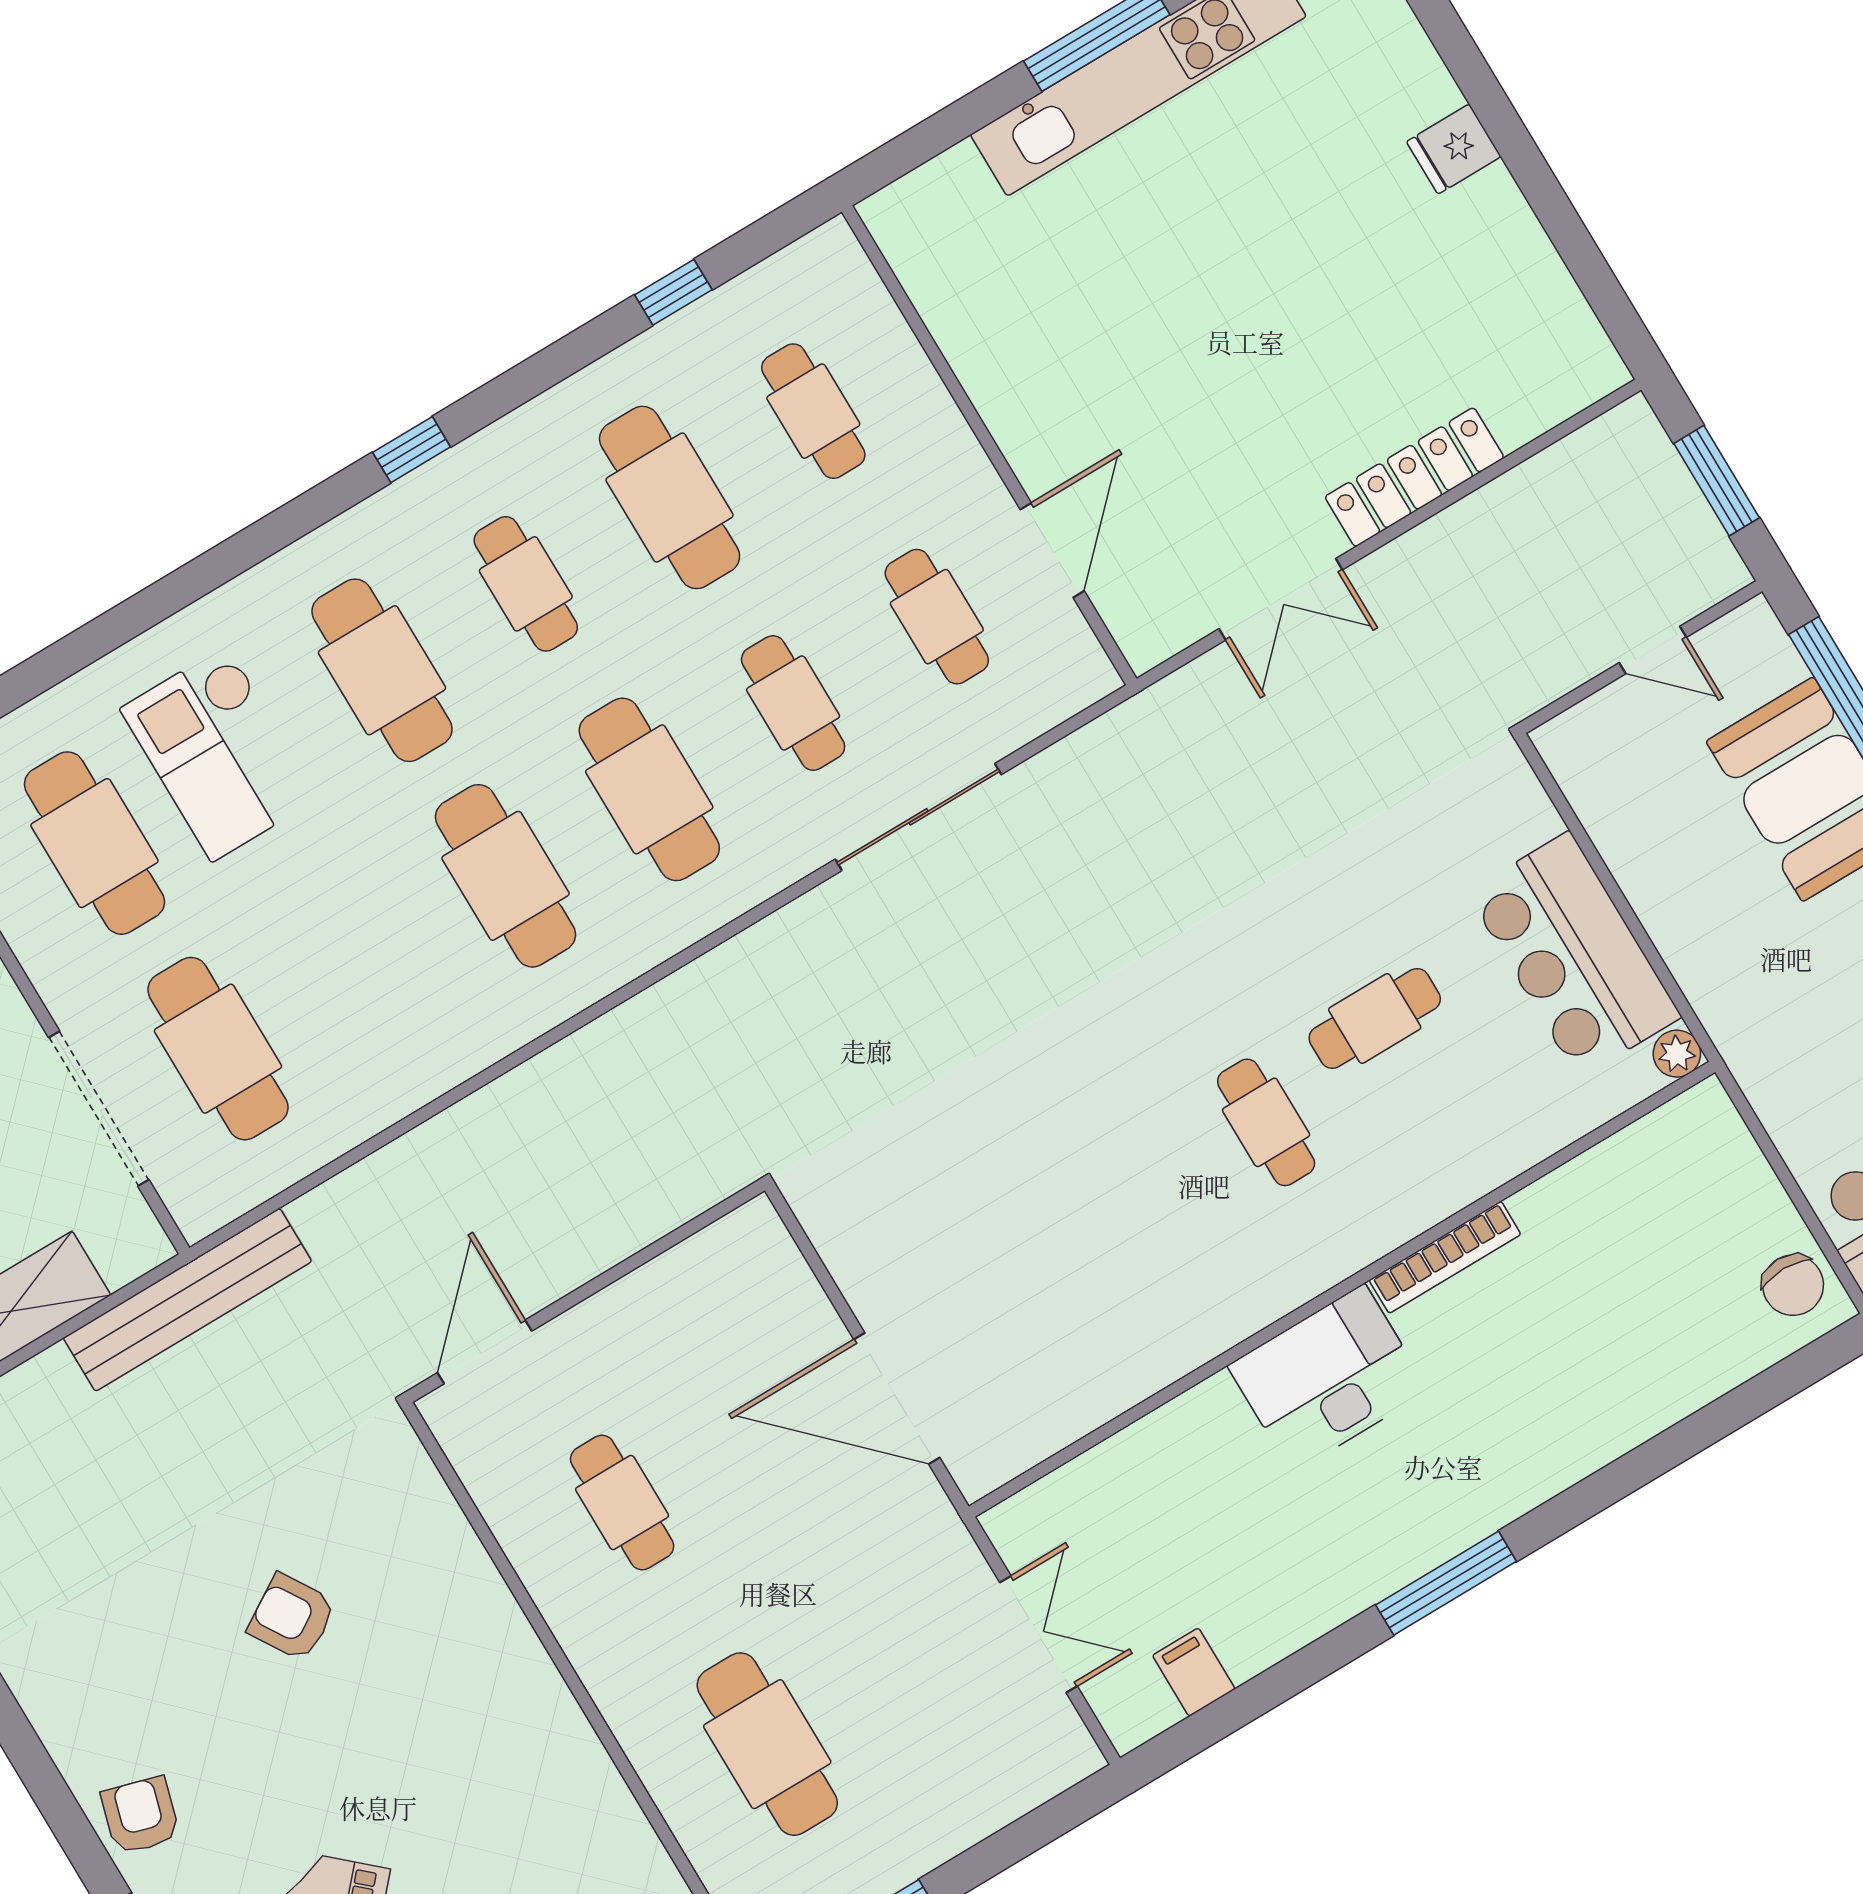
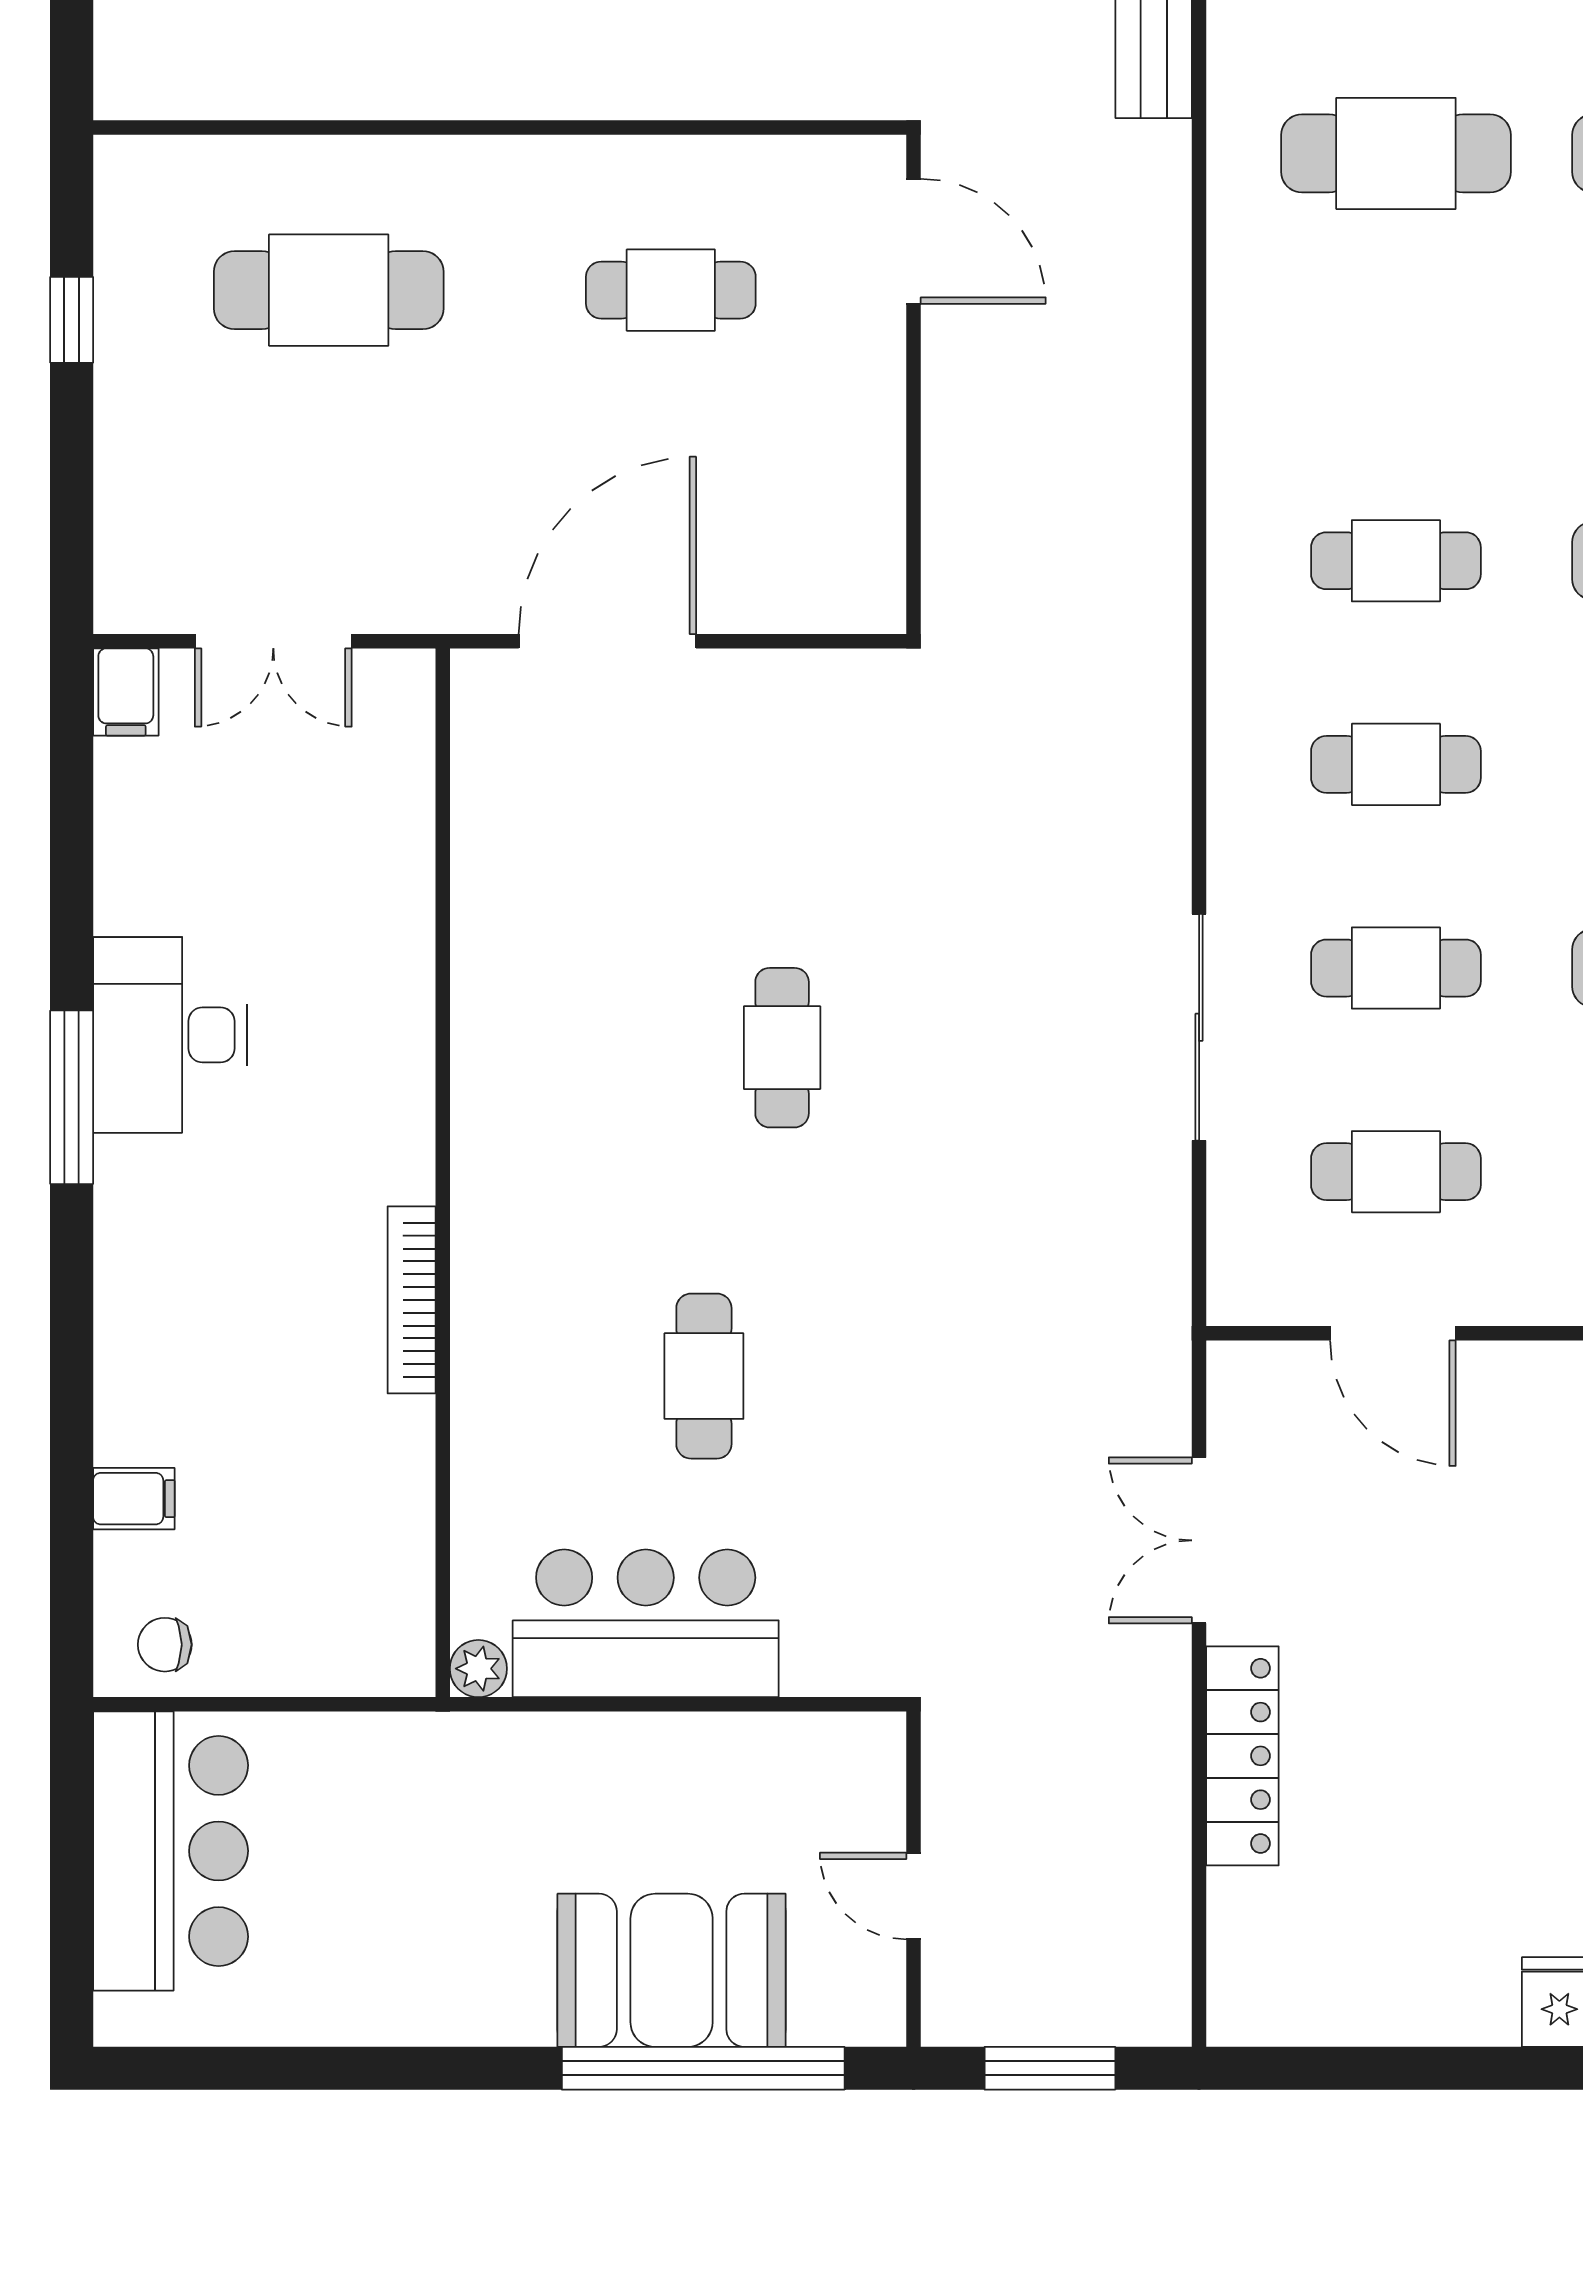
door: (1653, 650) -> (914, 1896), hinge flipped
cafe table: (649, 789) -> (1396, 764), width x0.73, depth x0.74
cafe table: (506, 876) -> (1396, 561), width x0.73, depth x0.74
cafe table: (1266, 1122) -> (782, 1048), moved, turned 90
chair: (1793, 1285) -> (165, 1645), width x0.73, depth x0.73
filing cabinet: (1703, 1369) -> (134, 1499), added
desk: (1328, 1378) -> (170, 1035), moved, turned 180
filing cabinet: (1194, 1672) -> (126, 692), moved, turned 90

